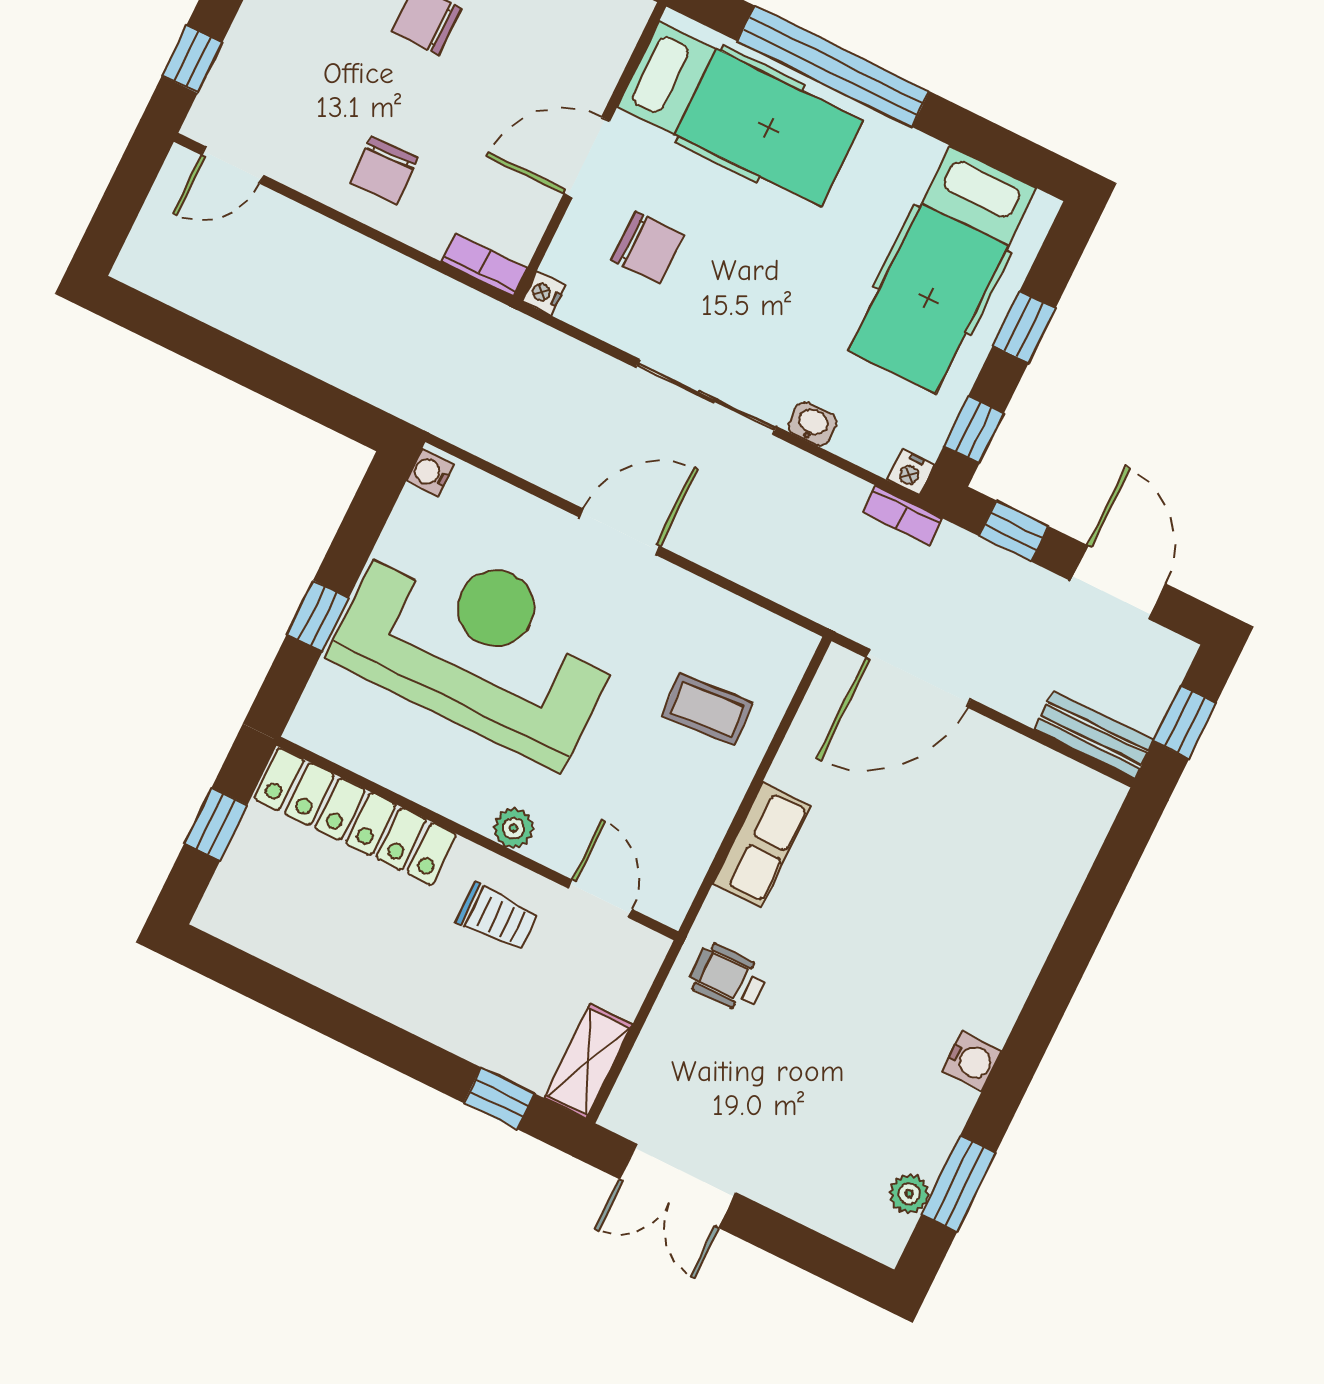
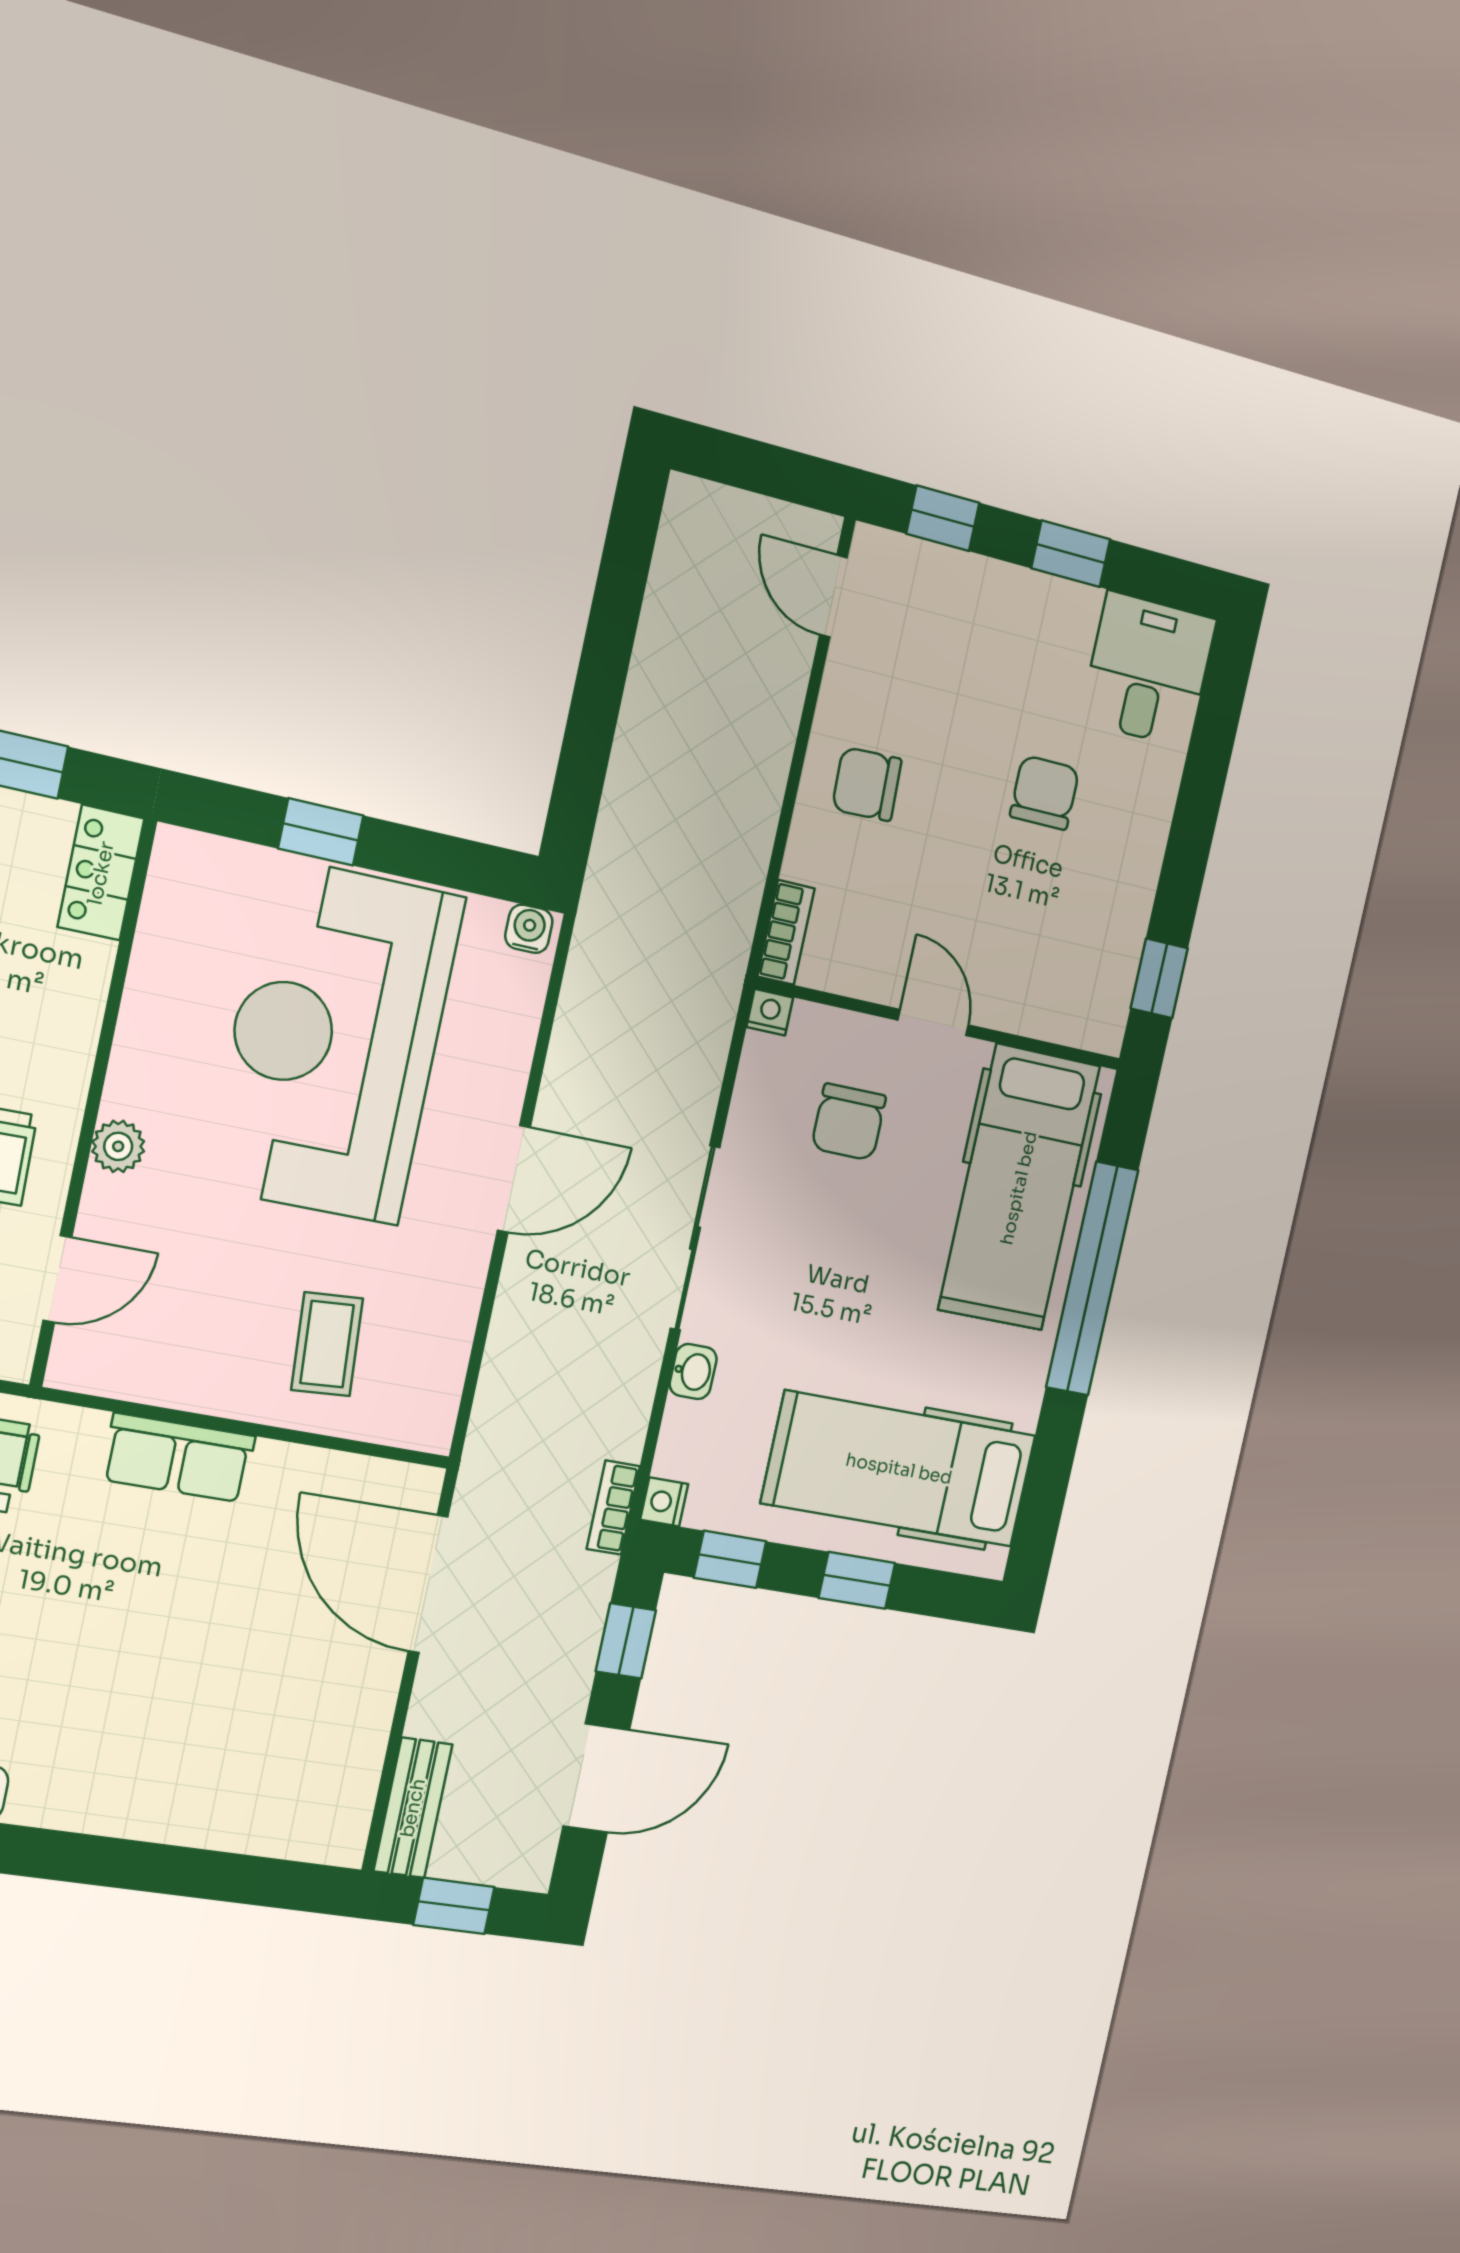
door: (587, 158) -> (933, 1023), width x0.73
door: (620, 532) -> (514, 1179), hinge flipped
reception desk: (478, 645) -> (335, 1042), turned 180
locker: (355, 816) -> (101, 873), width x0.46, depth x0.83

